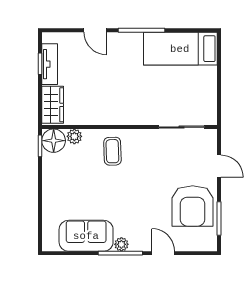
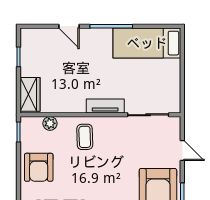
tv unit: (50, 64) -> (105, 106), moved, turned -90
floor lamp: (54, 141) -> (31, 127), removed
armchair: (62, 184) -> (39, 167), added

